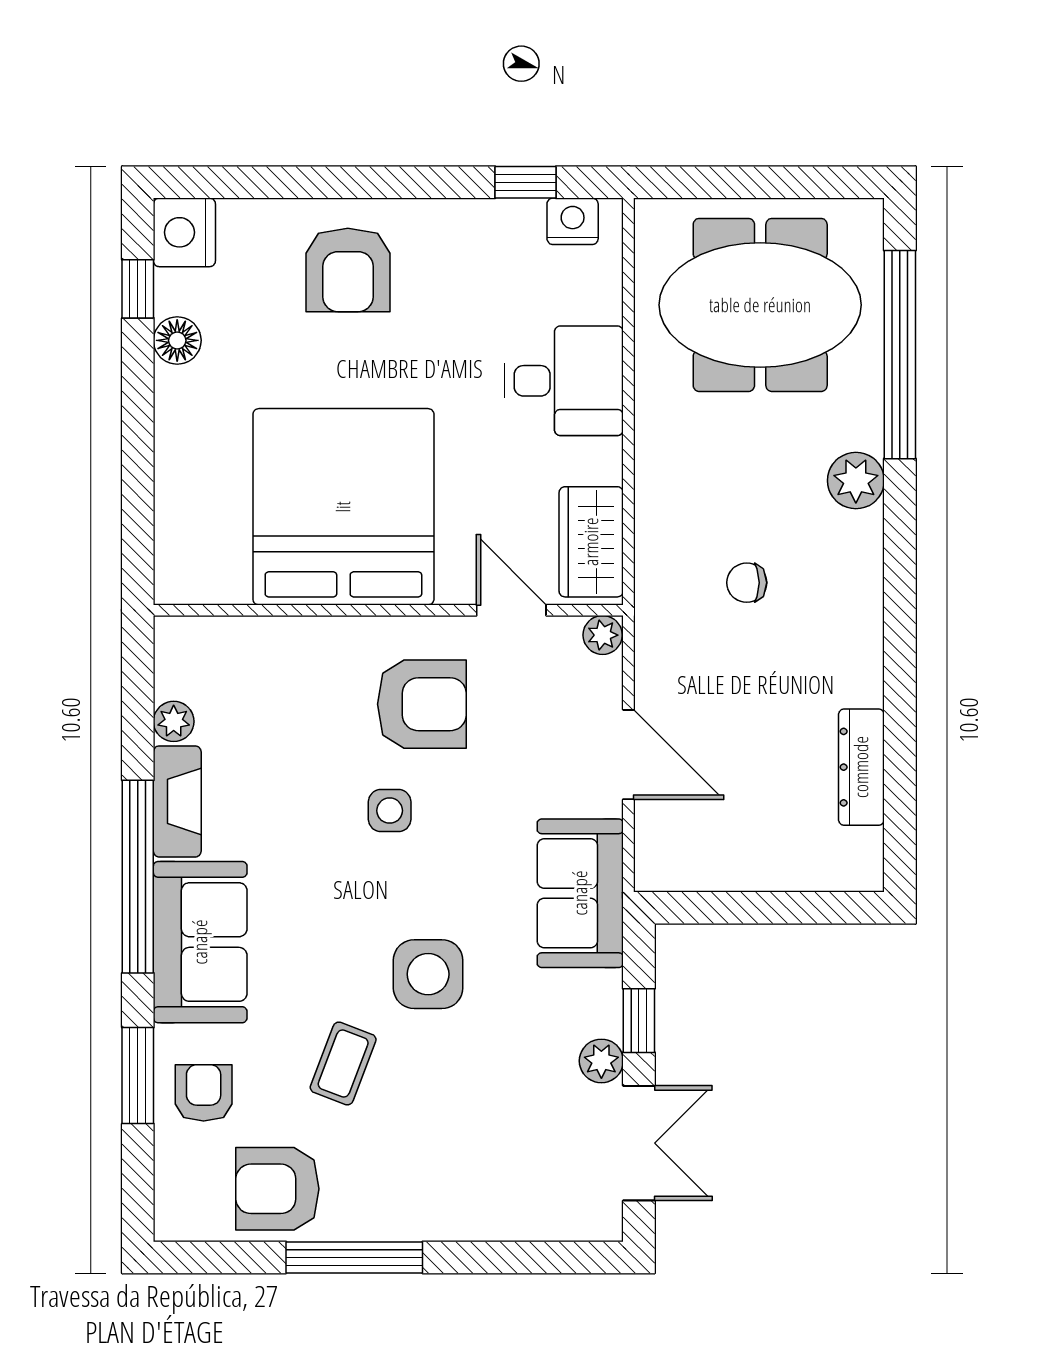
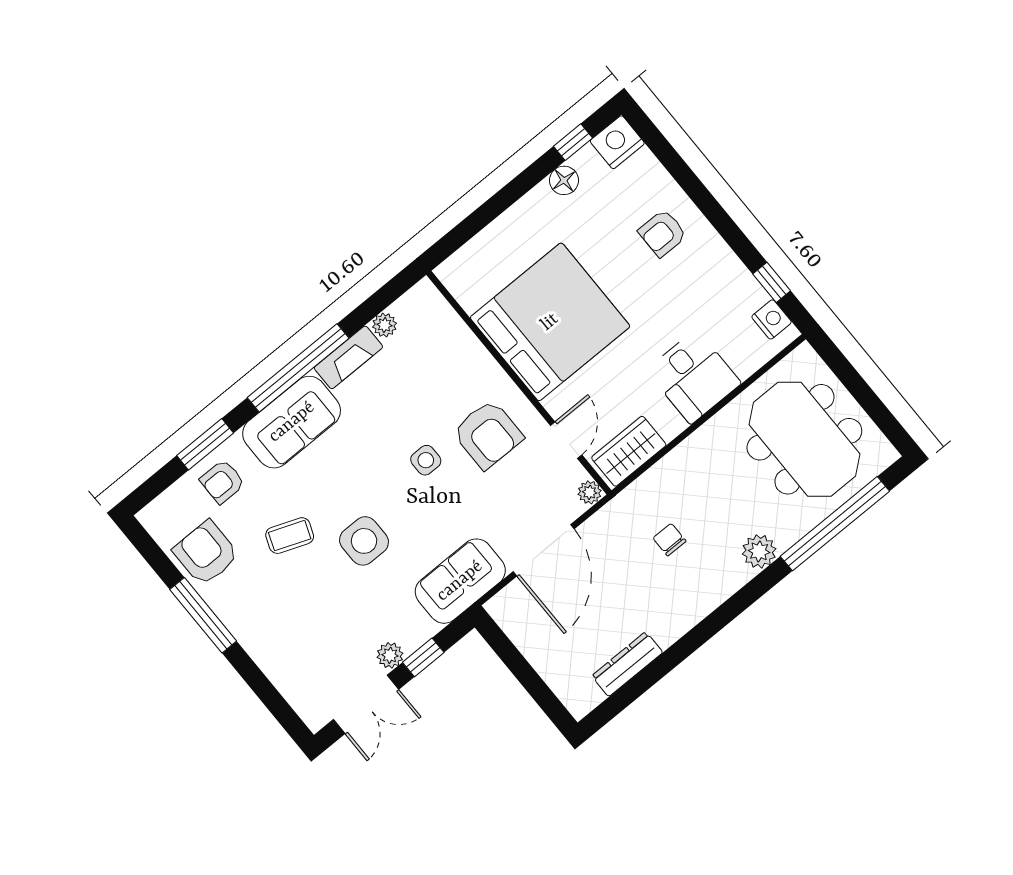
armchair: (348, 270) -> (663, 233), width x0.72, depth x0.72
door: (628, 755) -> (544, 550), width x1.36
armchair: (204, 1093) -> (222, 482), turned 180

